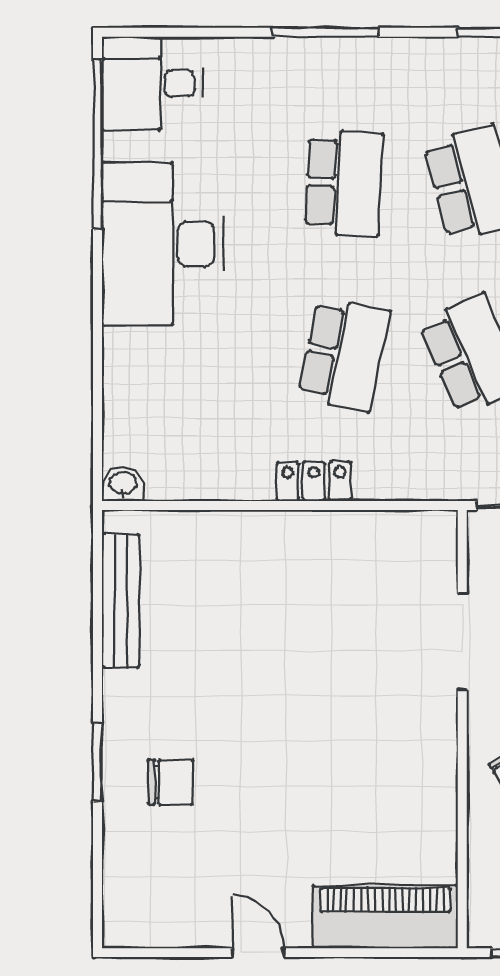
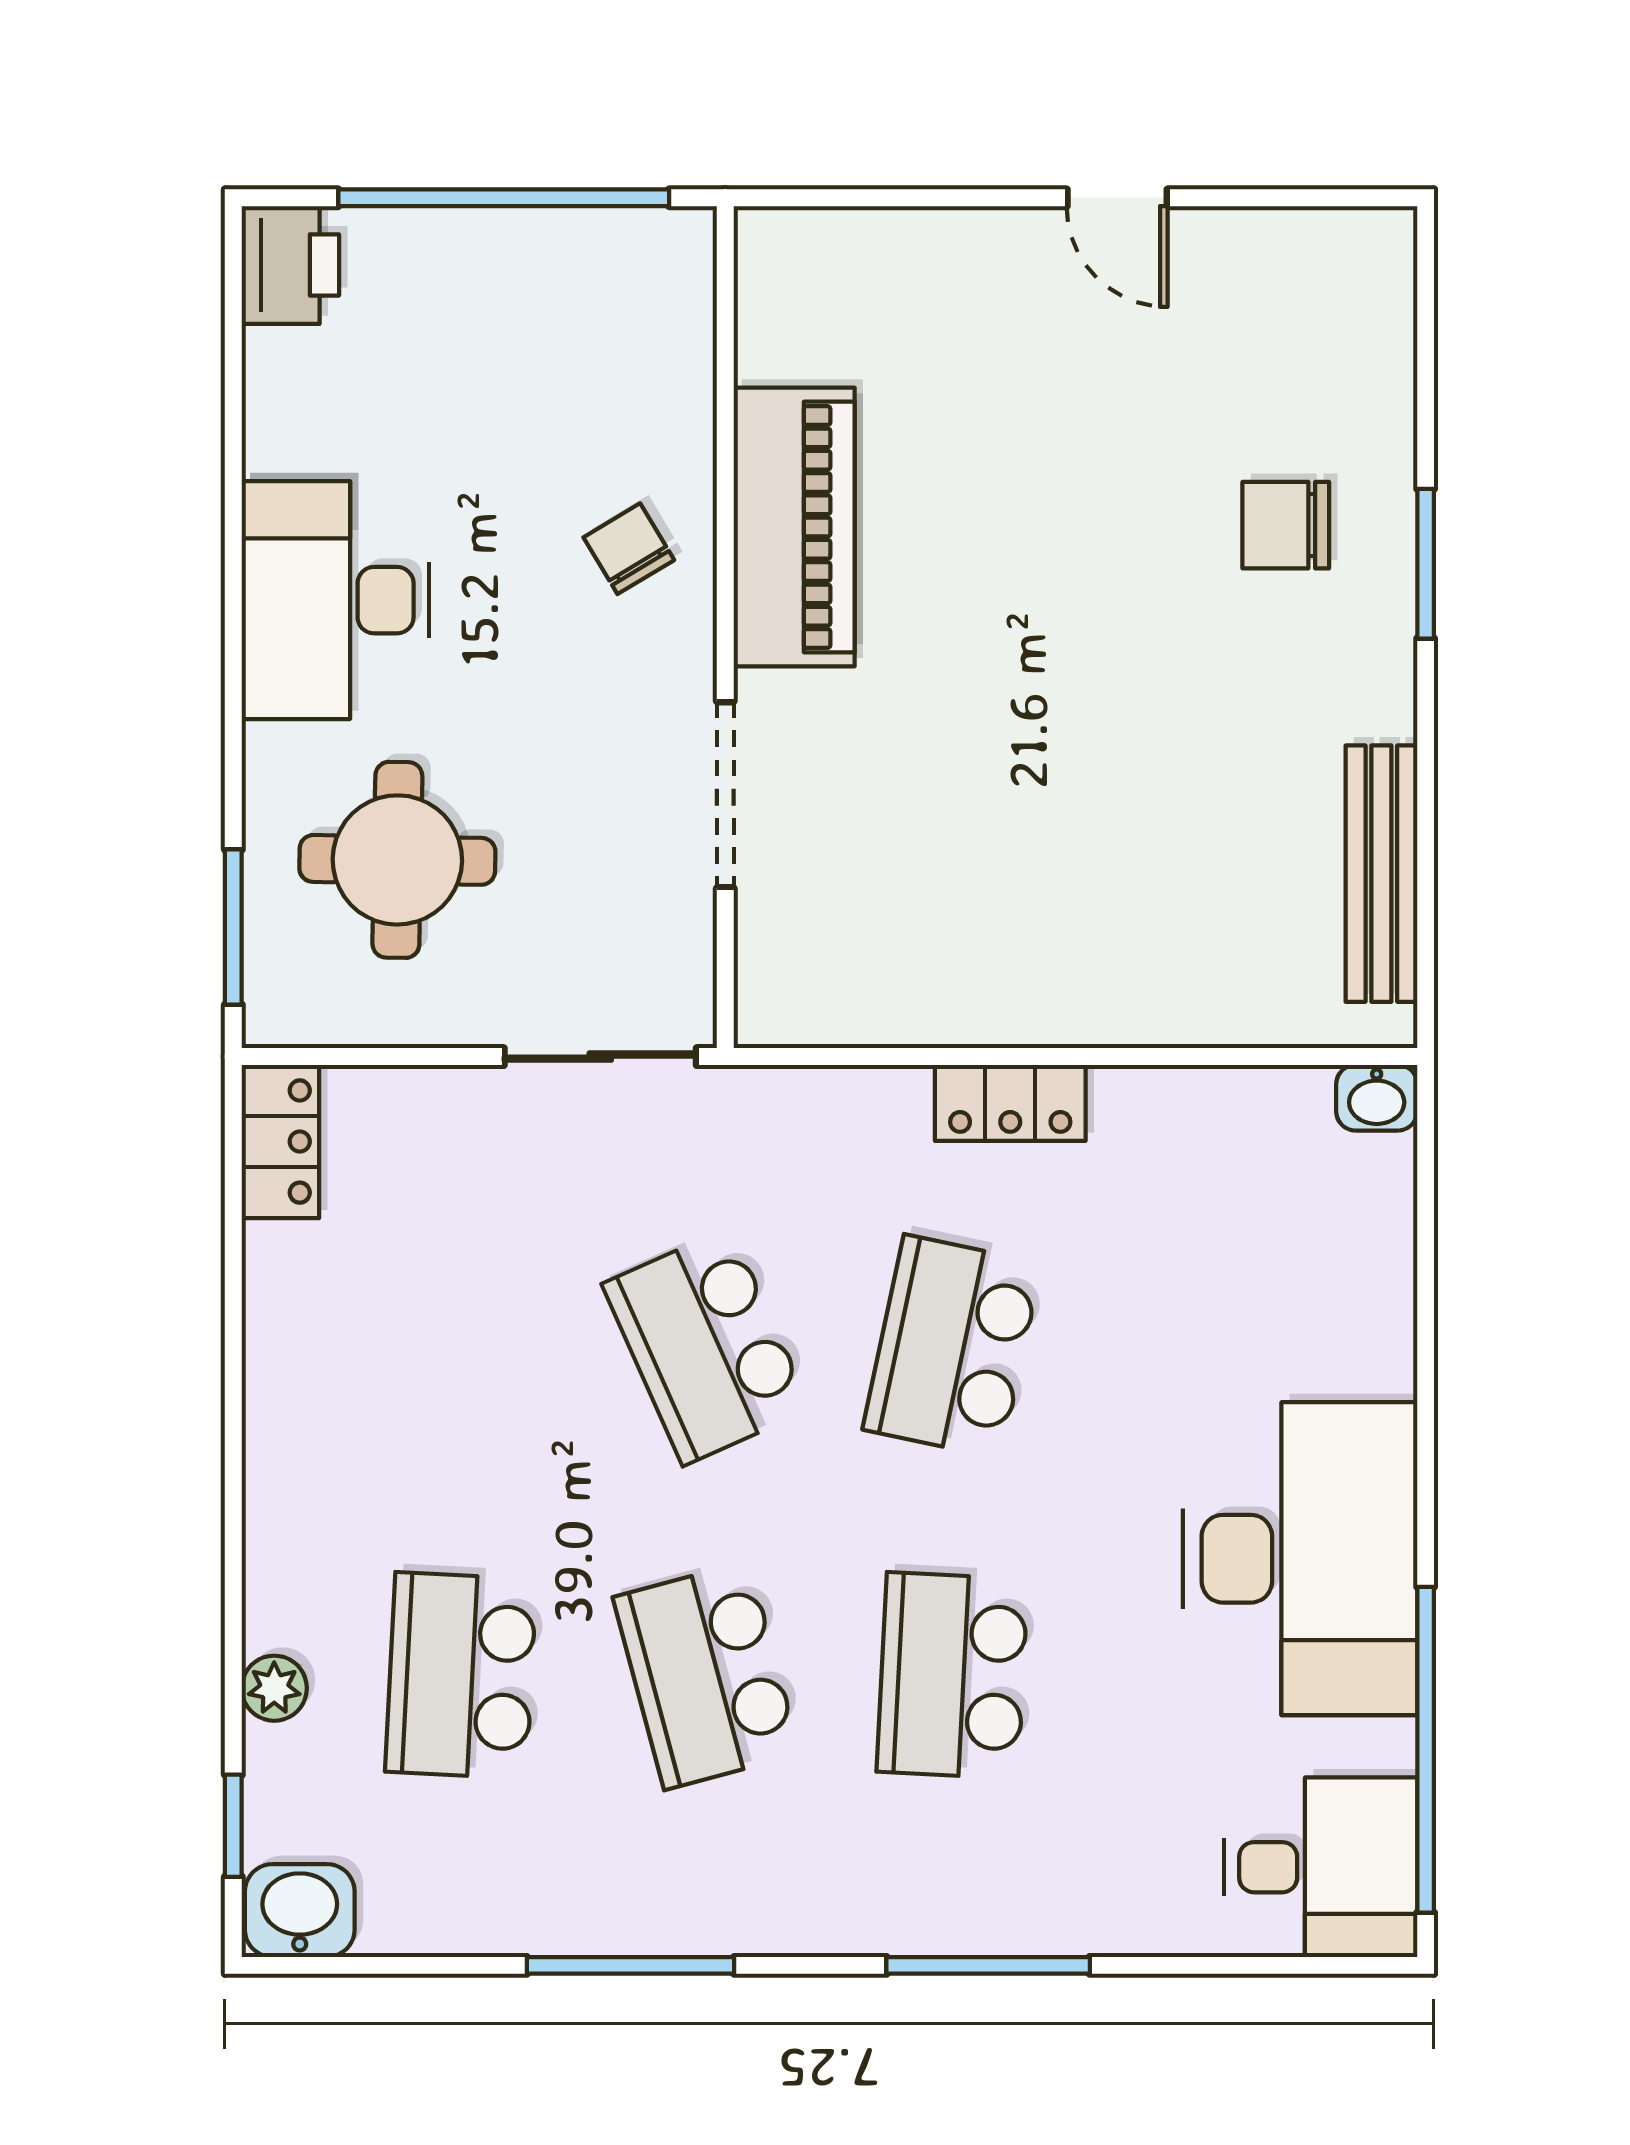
piano: (385, 917) -> (794, 527), moved, turned -90

